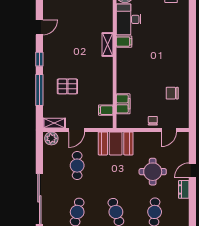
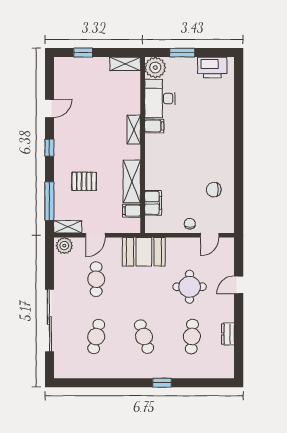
shelving: (106, 87) -> (132, 181), added
window: (39, 90) -> (49, 201), moved
dresser: (184, 189) -> (228, 334), moved

